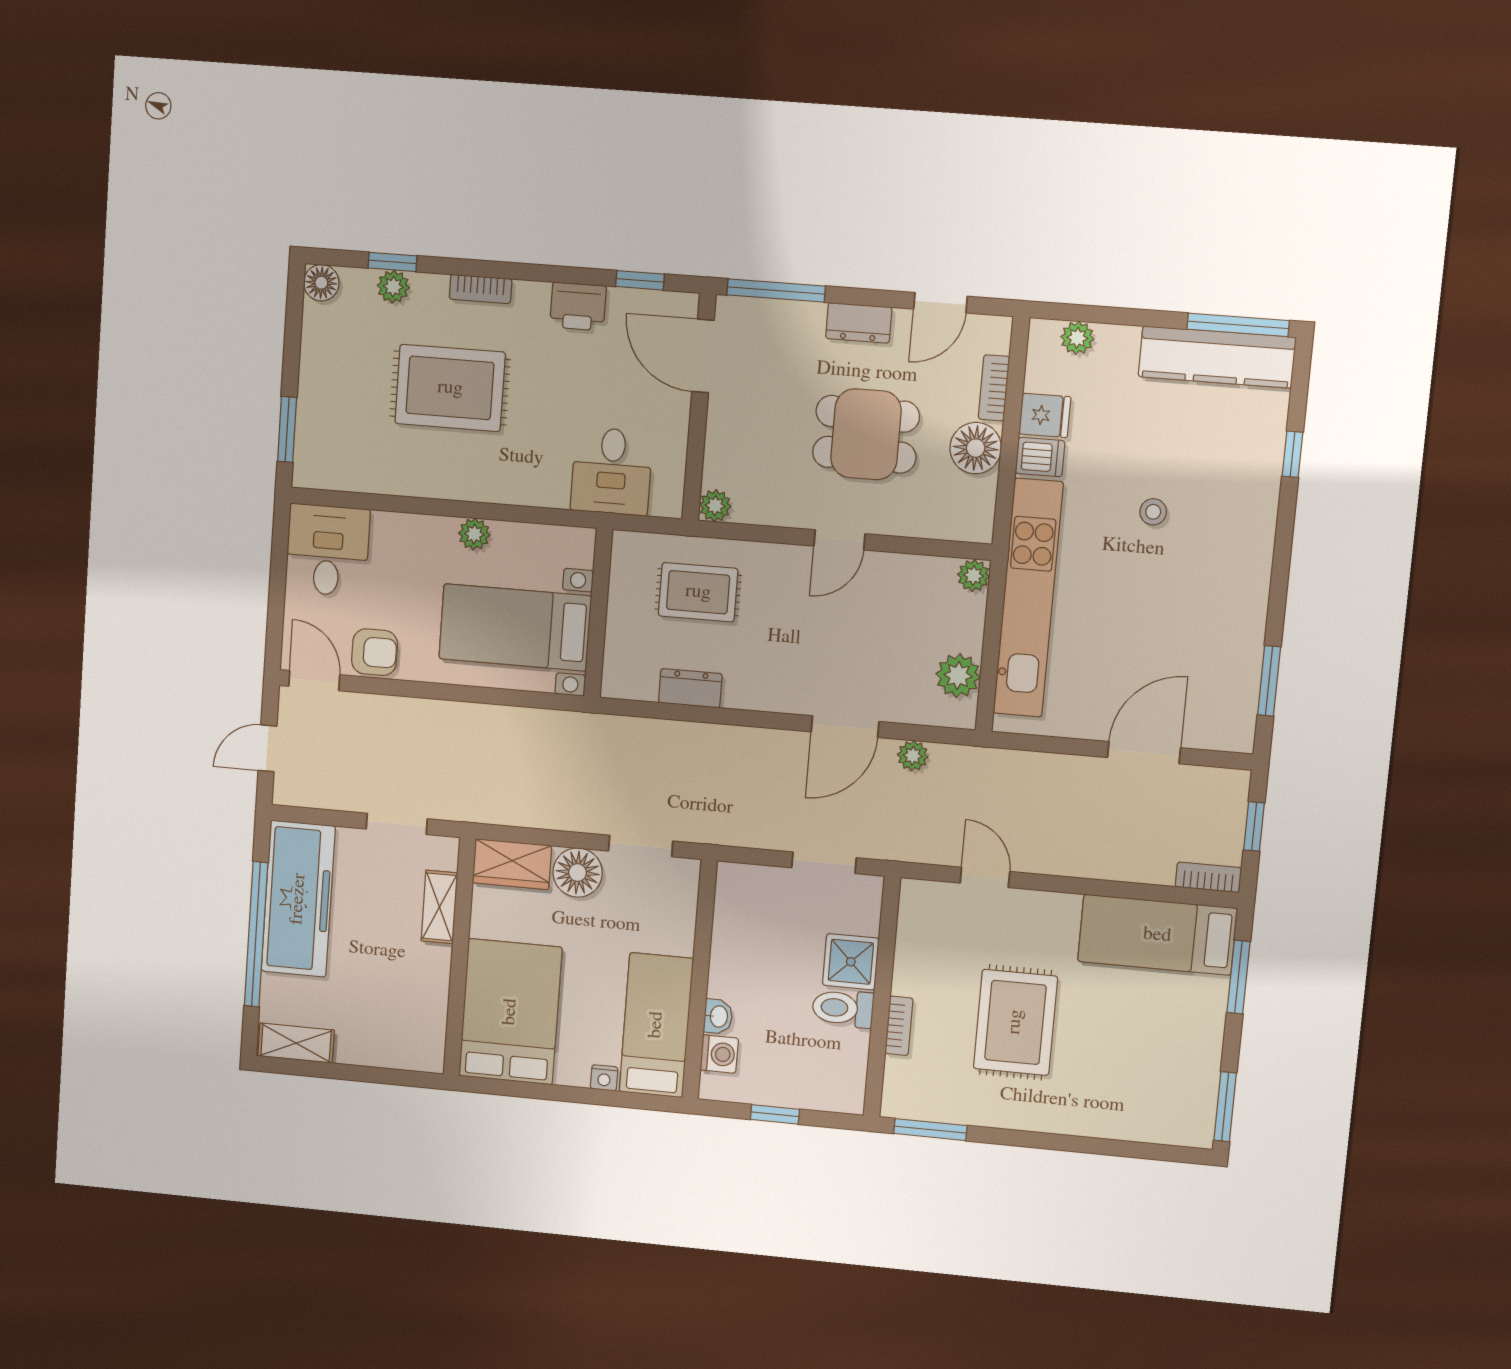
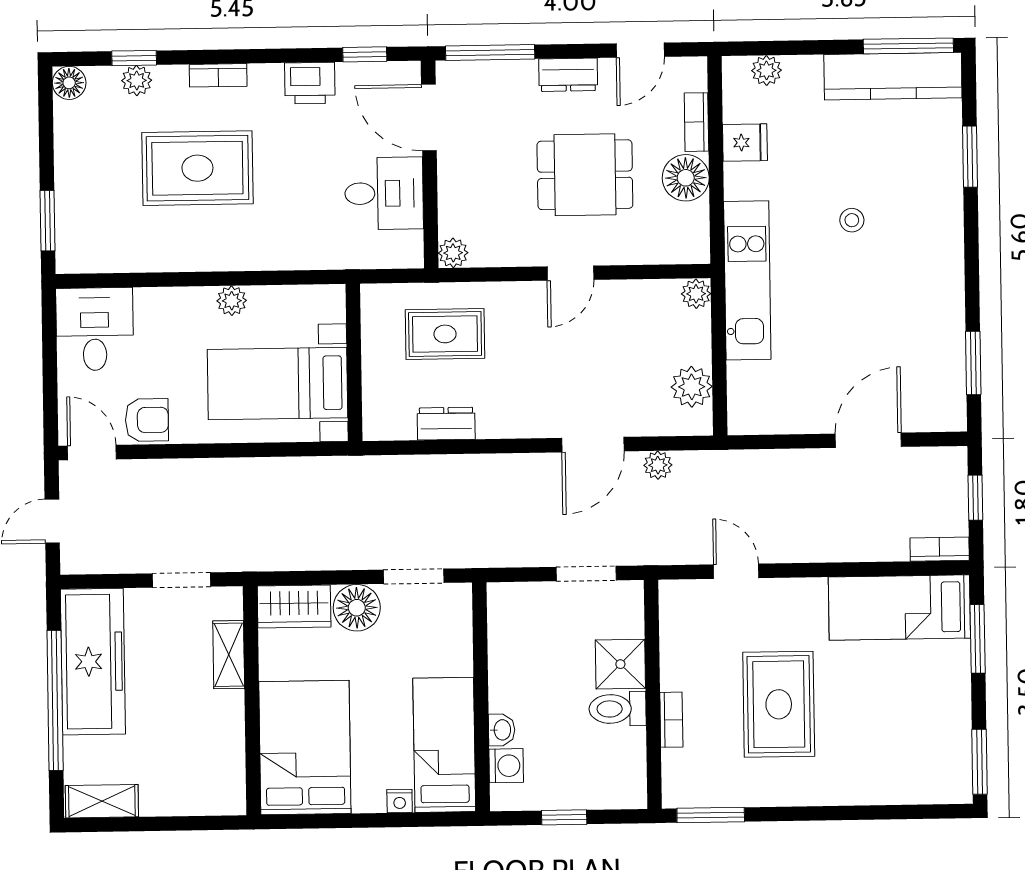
window: (1292, 454) -> (970, 157), width x1.50
dishwasher: (1040, 457) -> (745, 180), removed
desk: (612, 471) -> (384, 193), moved, turned -90
kitchen unit: (1028, 598) -> (747, 280), width x0.73

